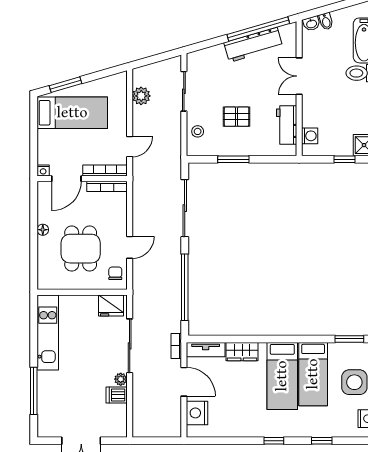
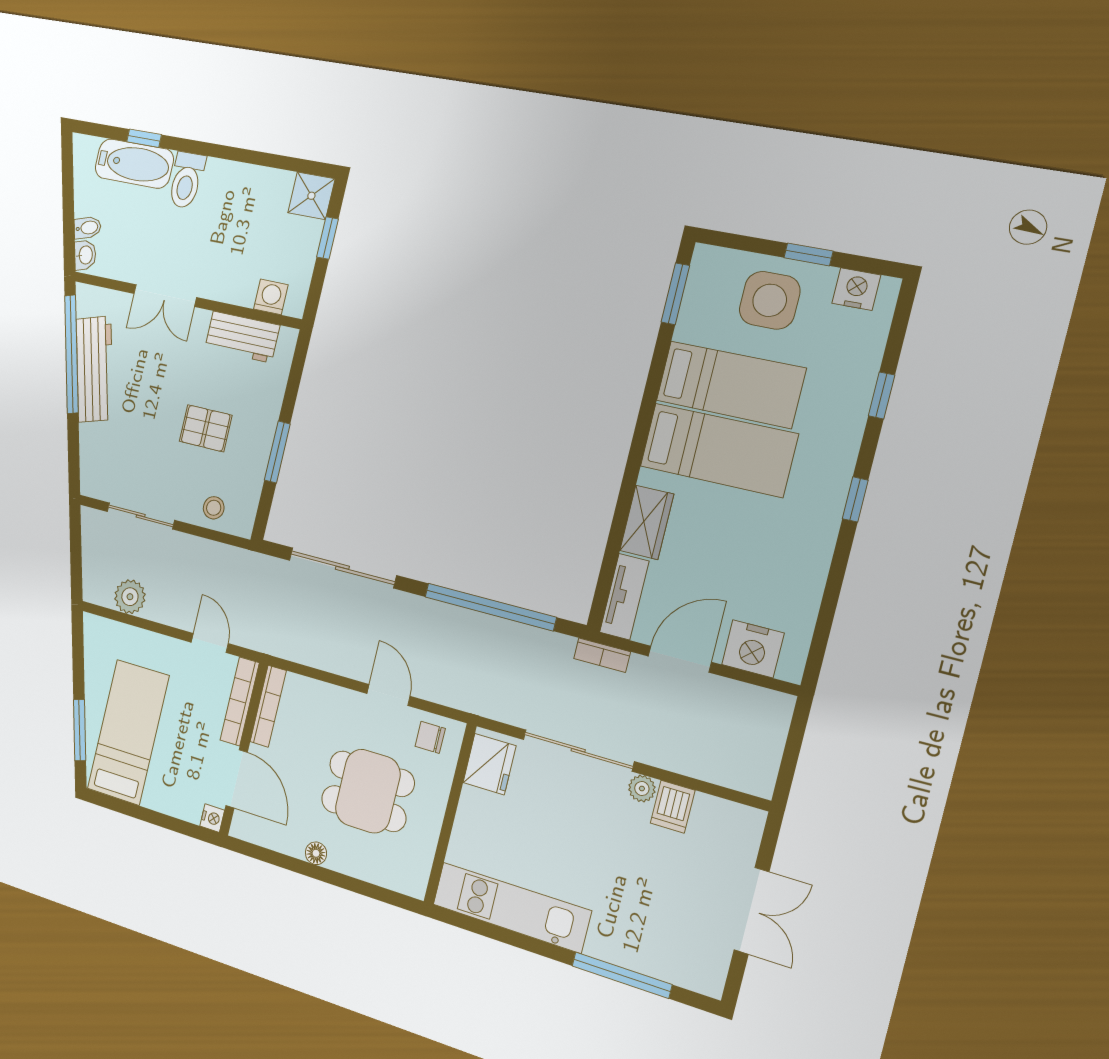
pallet: (237, 117) -> (206, 428), turned 90

